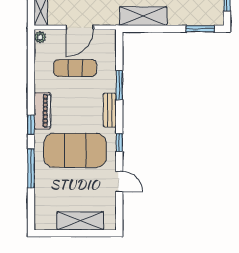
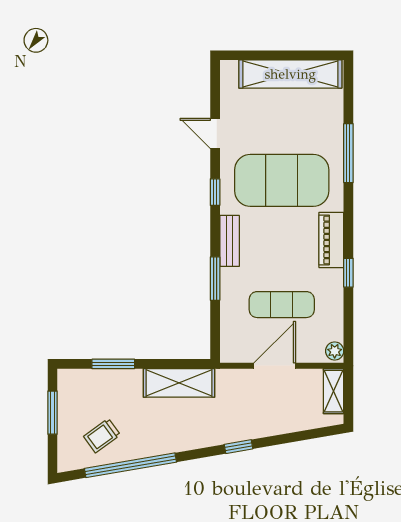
window: (200, 29) -> (113, 364), moved
window: (31, 125) -> (348, 273), moved
shelving: (80, 221) -> (290, 74), width x1.47

